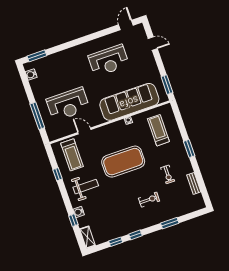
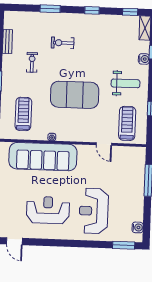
door: (126, 25) -> (14, 241), hinge flipped
reception desk: (68, 104) -> (94, 211), moved, turned -90
treadmill: (158, 130) -> (23, 114), turned 180
weight bench: (86, 187) -> (126, 83), turned 180
window: (116, 242) -> (130, 12), moved

